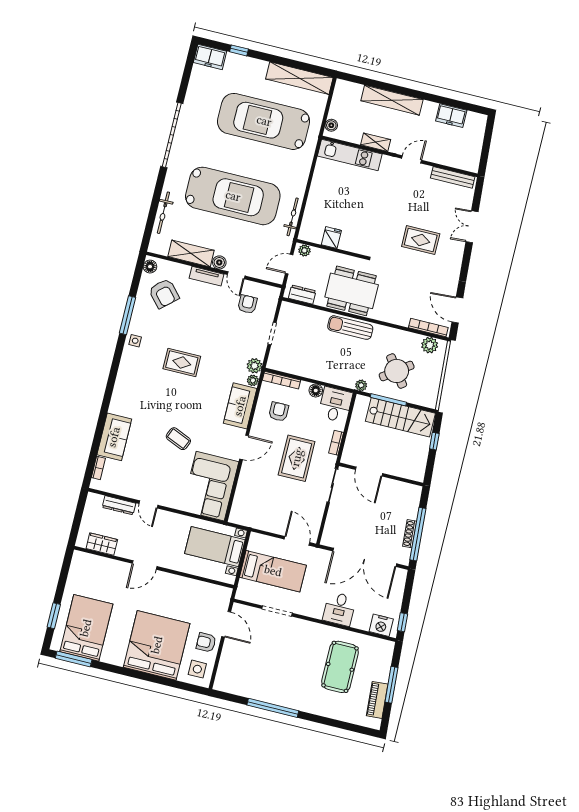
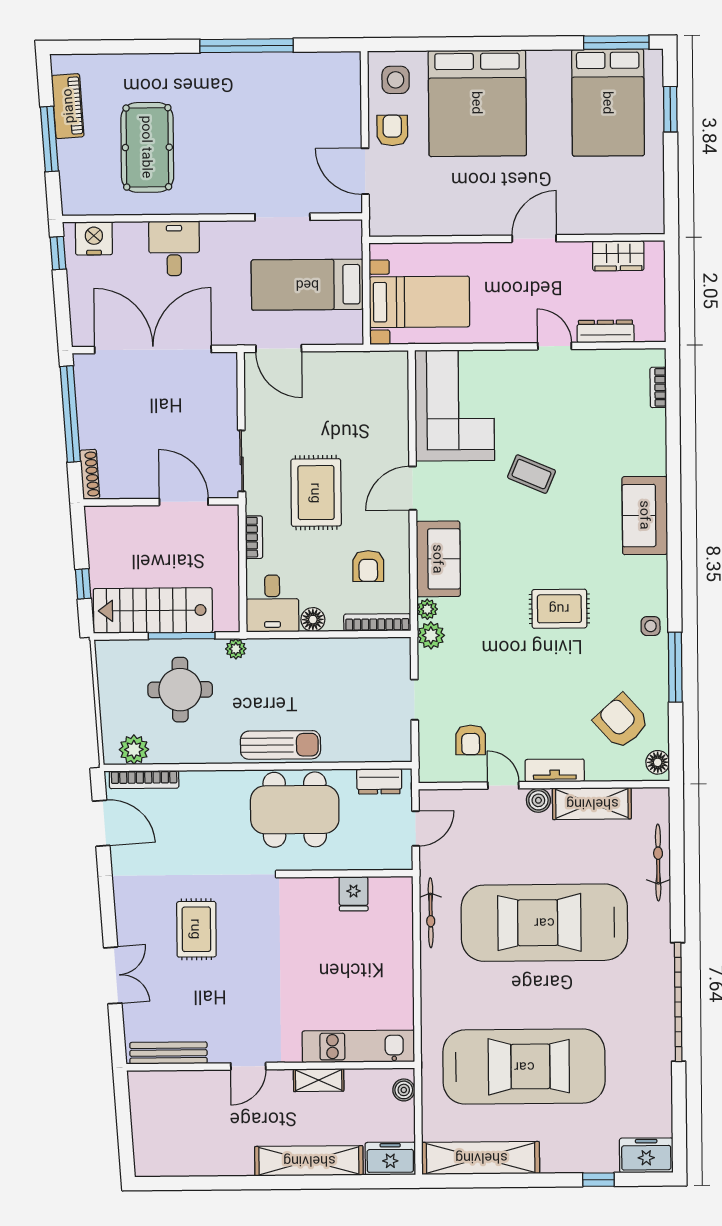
freezer: (451, 116) -> (390, 1159), moved
rug: (421, 240) -> (196, 929), turned 90
plant: (304, 250) -> (395, 859), removed
round table: (397, 371) -> (180, 690), turned 36
sofa: (114, 437) -> (645, 515), moved
shoe rack: (410, 534) -> (90, 474), moved
armchair: (206, 642) -> (392, 130), turned -90

